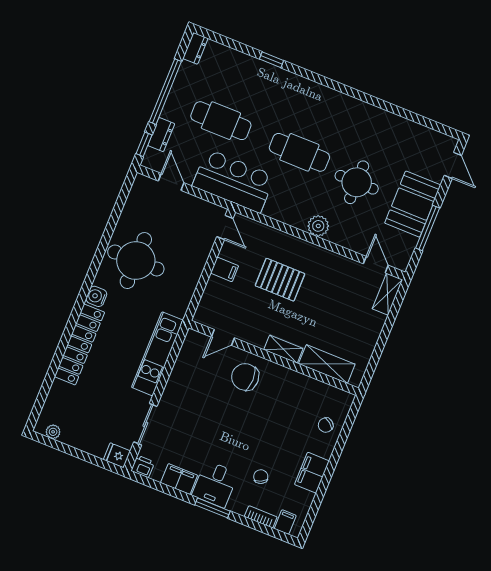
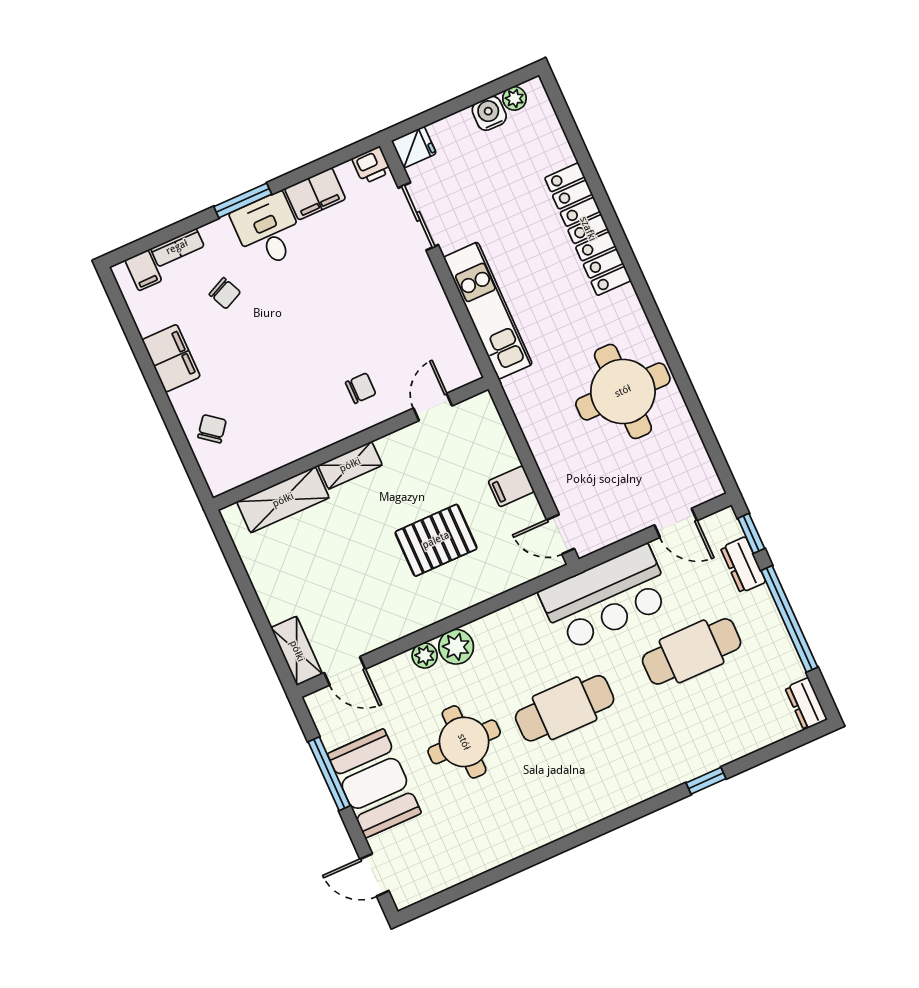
plant: (335, 236) -> (425, 656), added
water cooler: (96, 296) -> (489, 113), moved, turned -90
chair: (245, 377) -> (361, 388), width x0.54, depth x0.54

